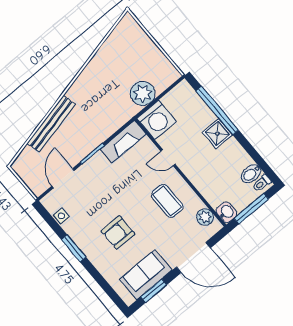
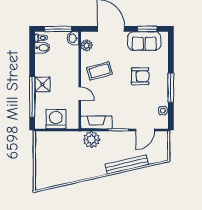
plant: (143, 93) -> (92, 139), moved
washing machine: (157, 120) -> (56, 119), moved
coffee table: (167, 201) -> (99, 71), turned 75
window: (74, 248) -> (171, 88), width x1.44

